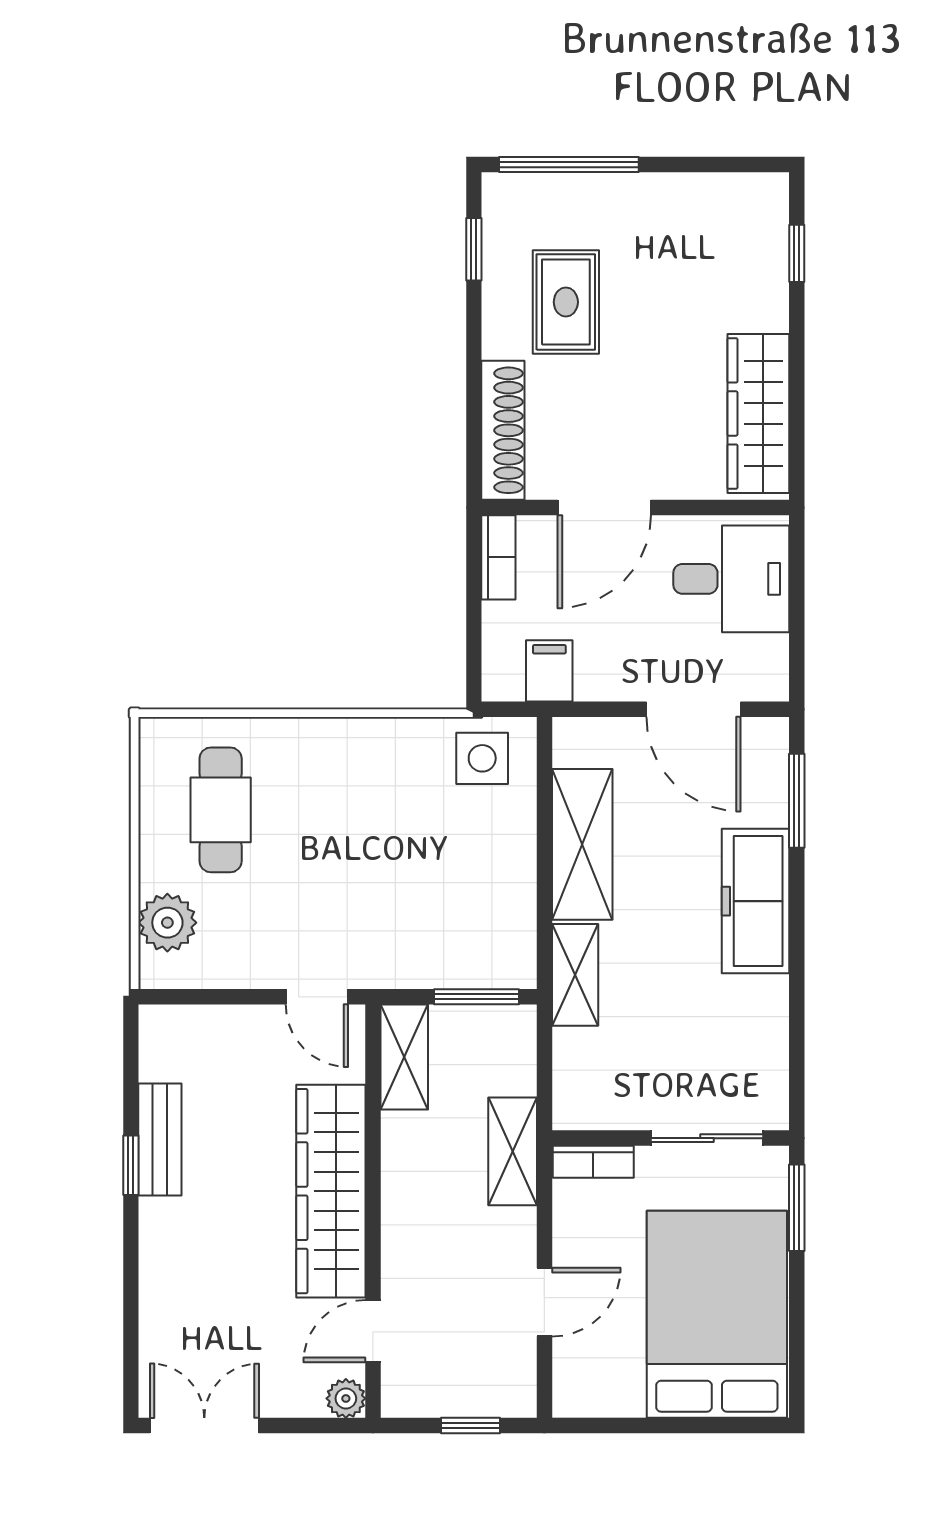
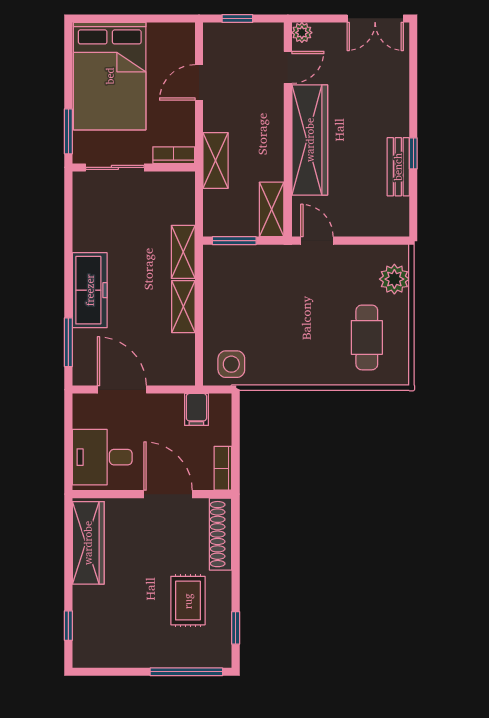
door: (604, 508) -> (168, 494), hinge flipped
shelving: (582, 844) -> (183, 307), width x0.67, depth x0.75

